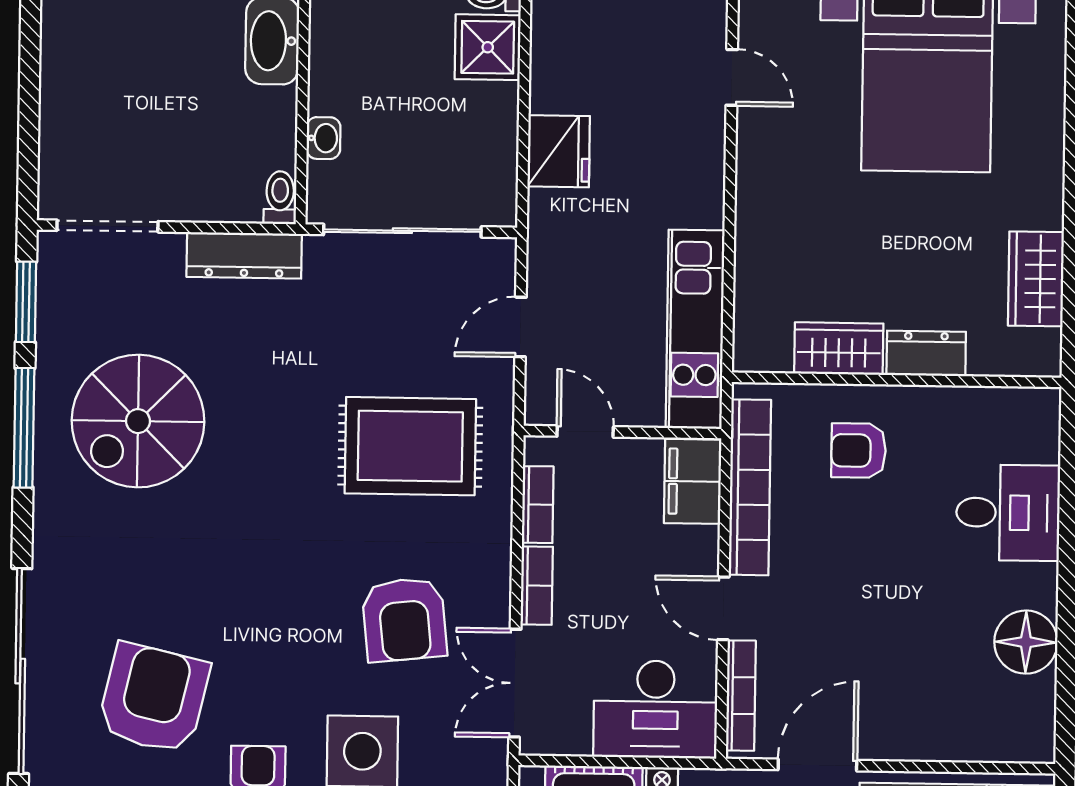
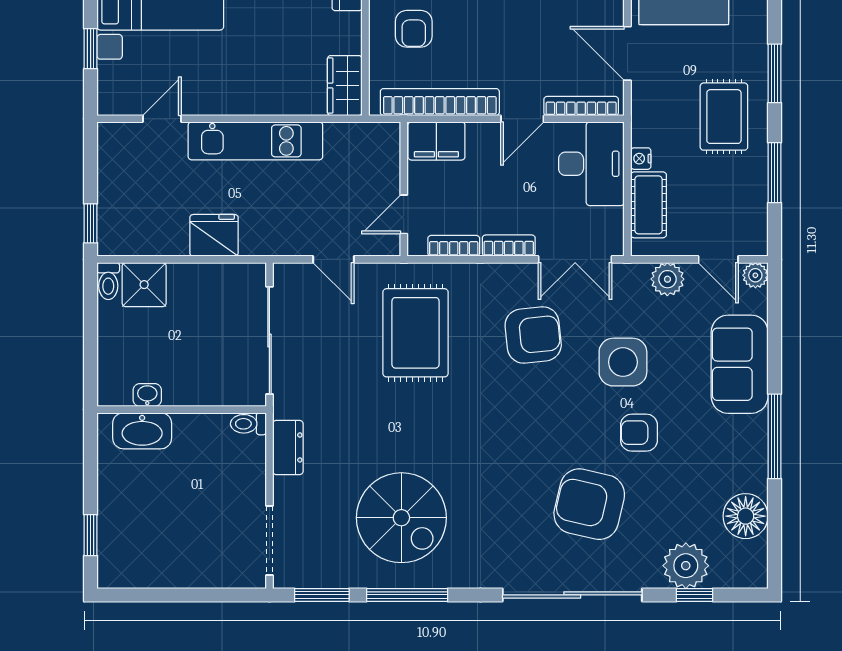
washbasin: (323, 138) -> (147, 395), moved
dresser: (244, 255) -> (288, 447), width x0.70
kitchen unit: (695, 329) -> (255, 141), moved
wardrobe: (839, 349) -> (345, 86), moved

